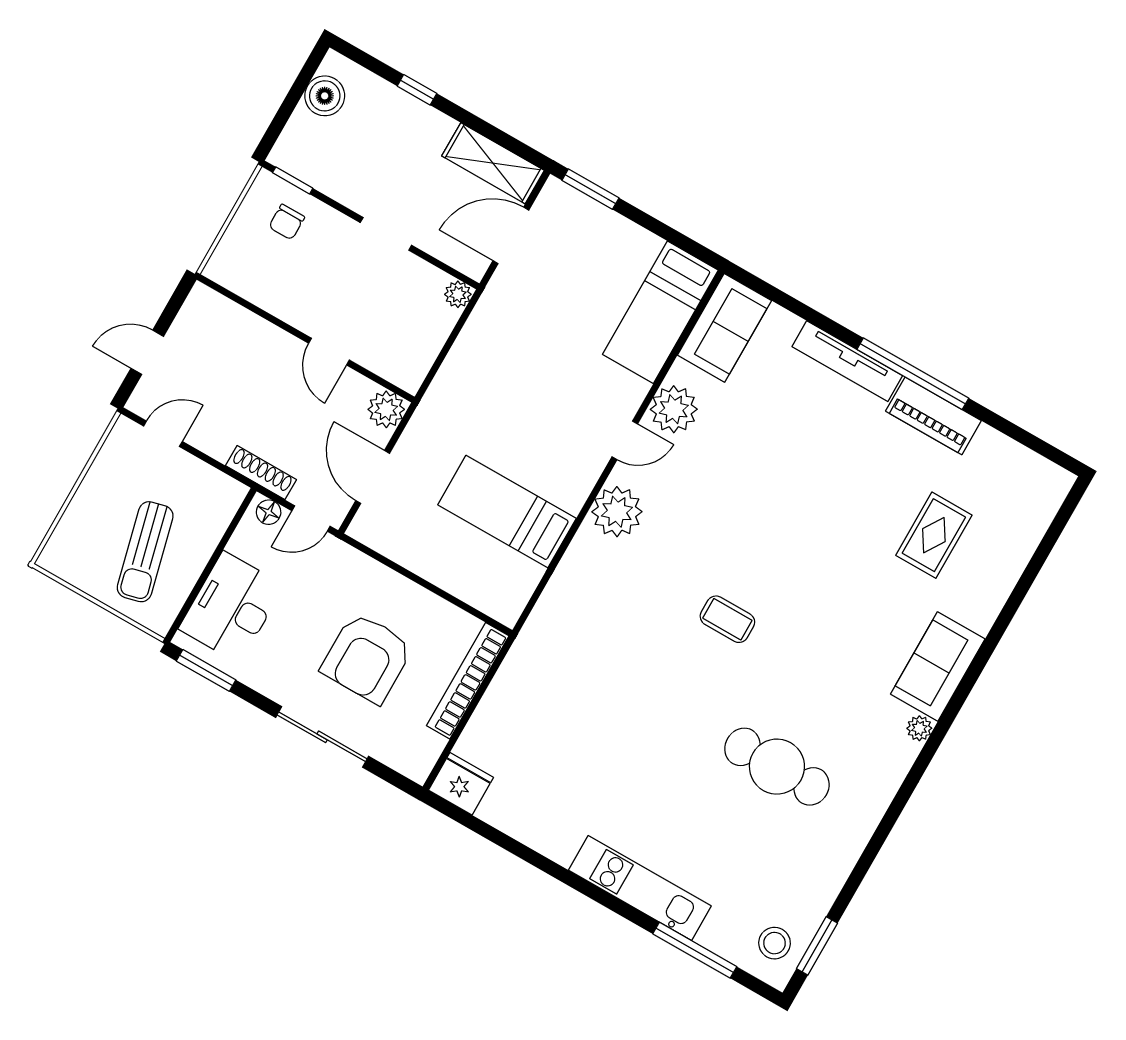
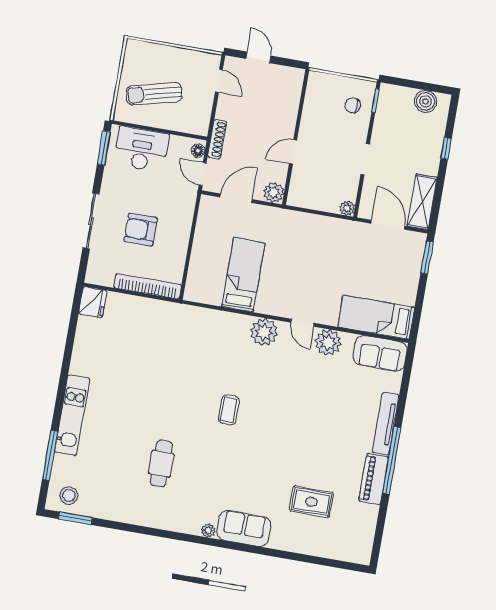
armchair: (367, 658) -> (141, 229), width x0.73, depth x0.73
cafe table: (777, 767) -> (161, 464), width x0.73, depth x0.74

